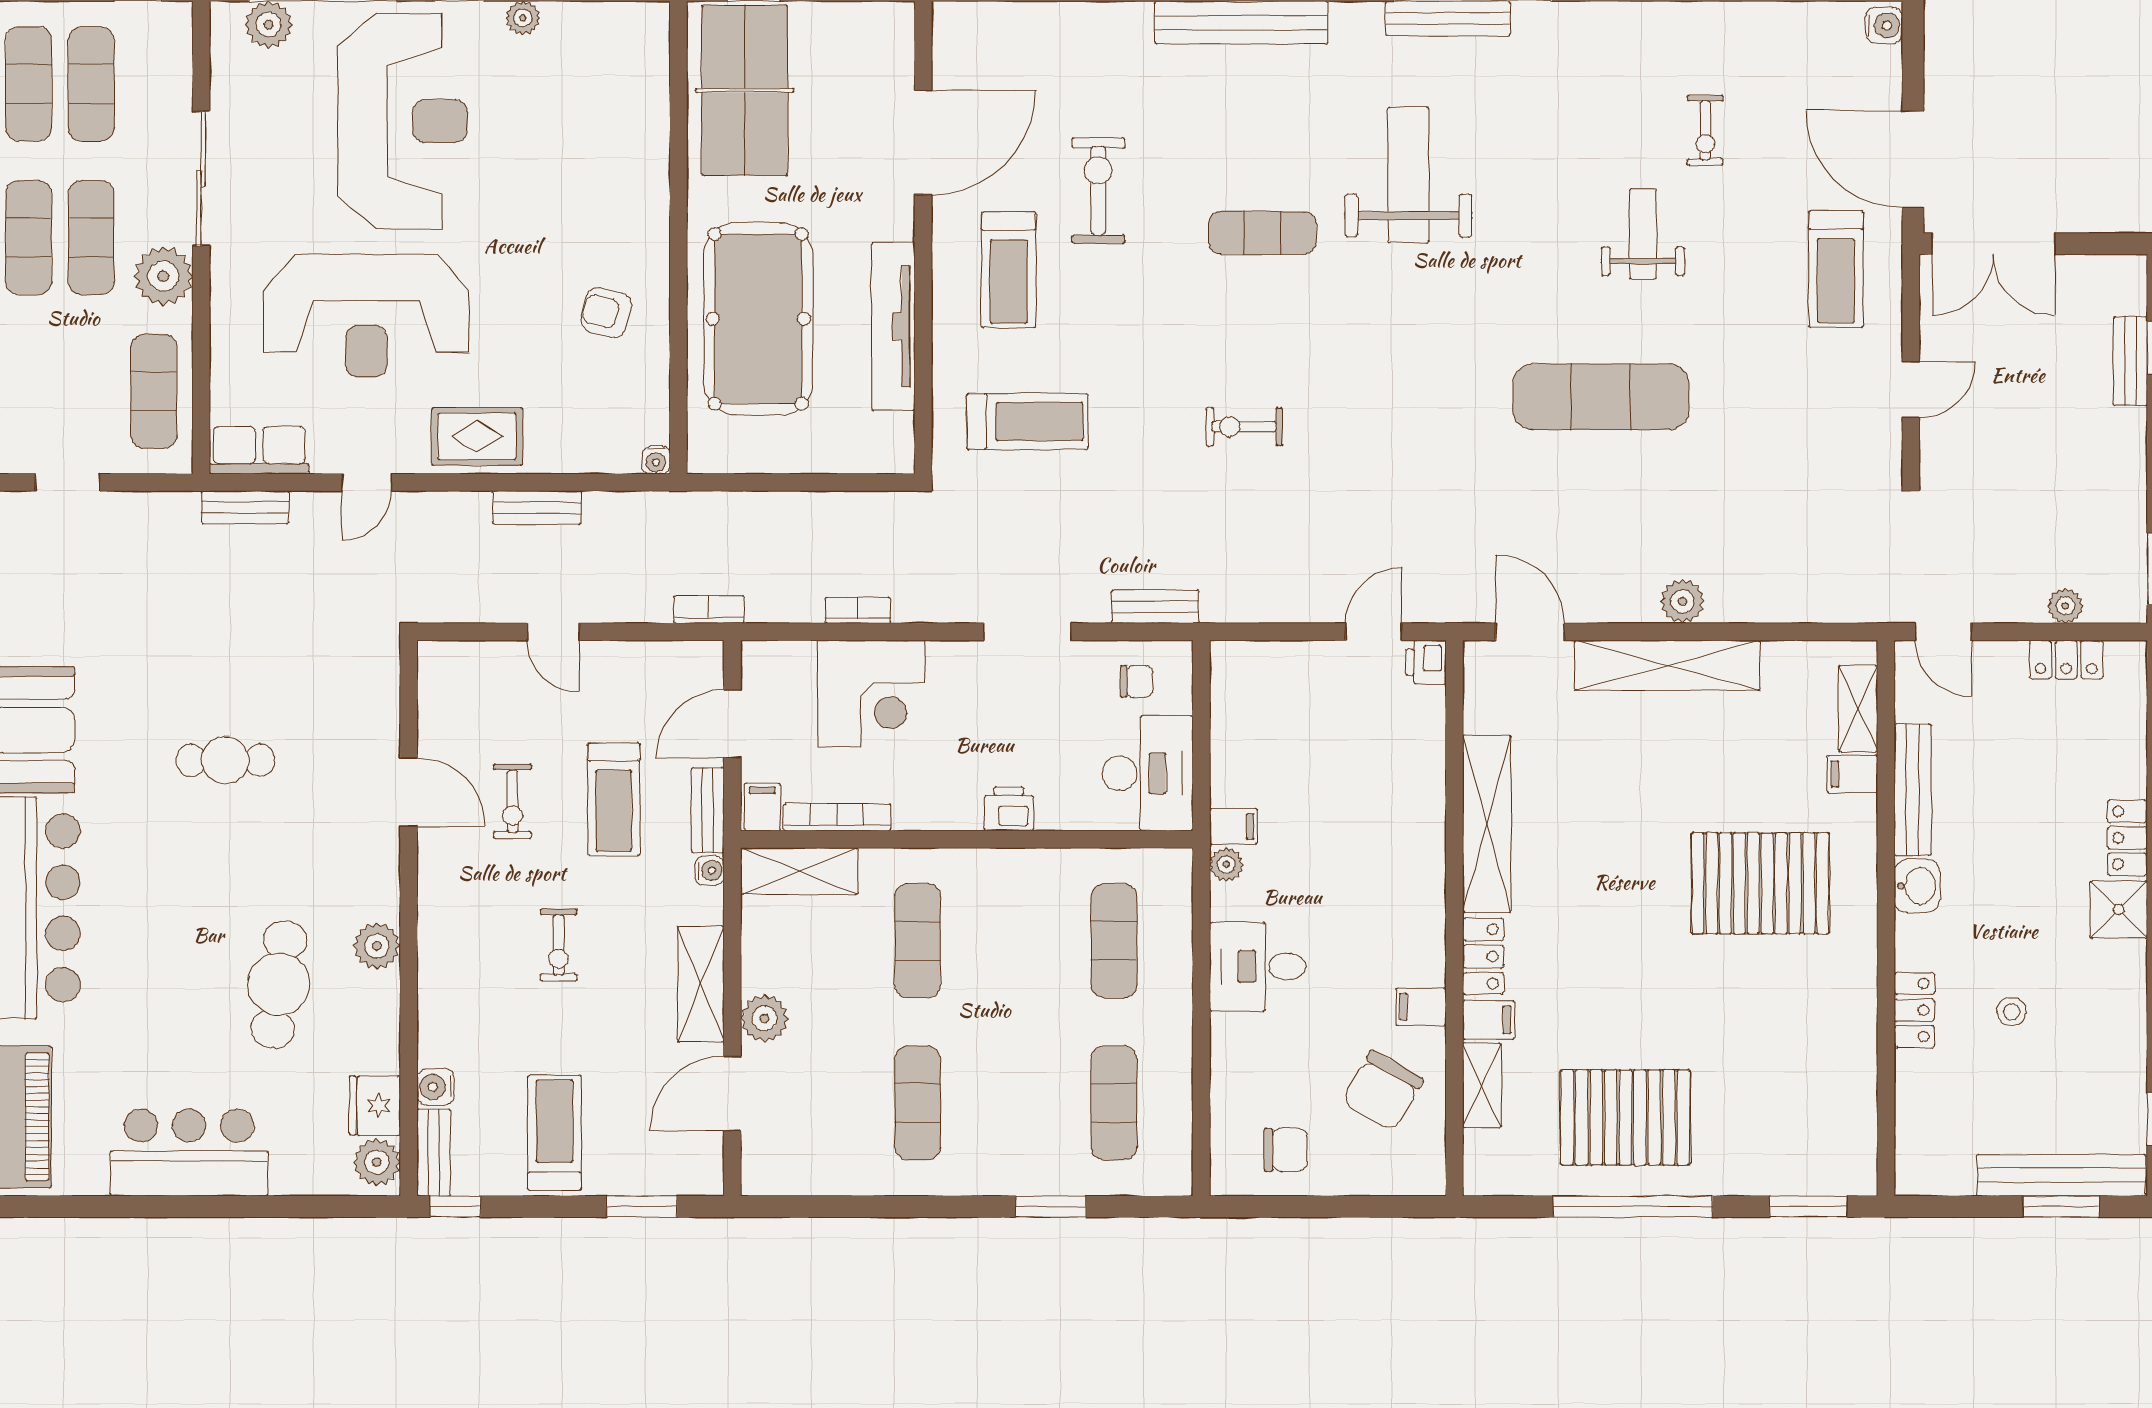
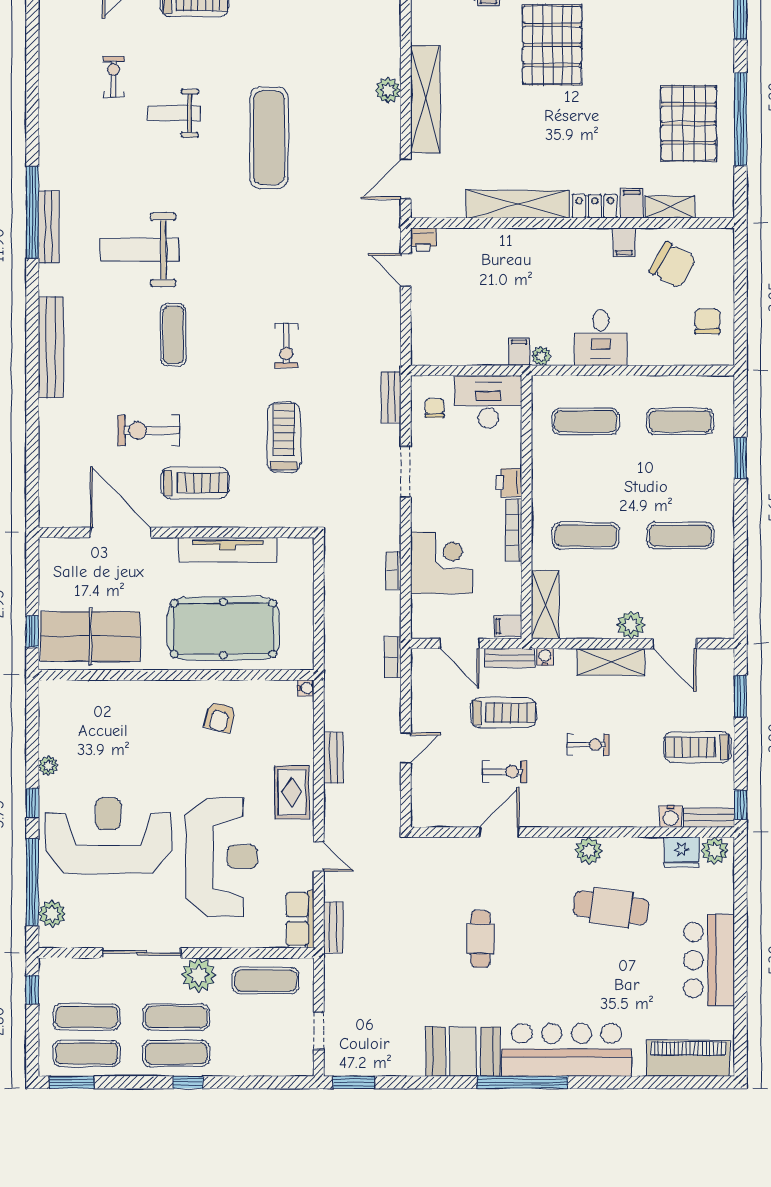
exercise bike: (1705, 130) -> (114, 77), turned -90
treadmill: (1027, 421) -> (284, 437), moved
bookcase: (837, 817) -> (514, 530), moved

